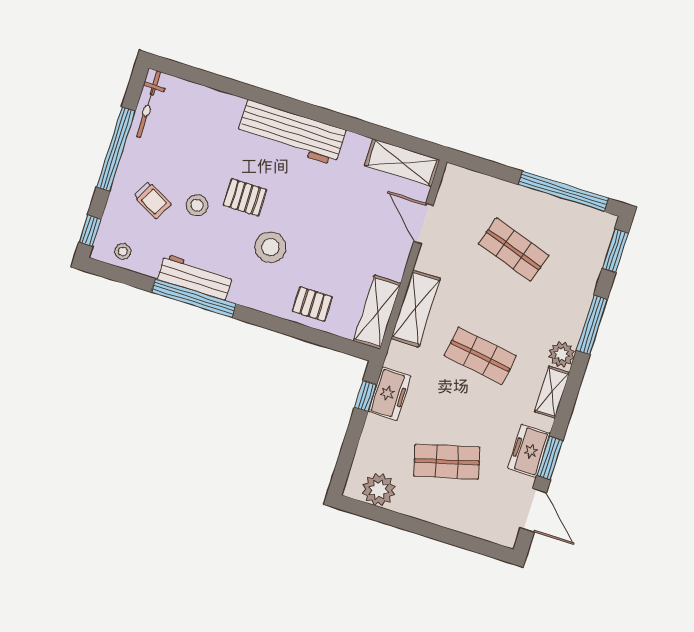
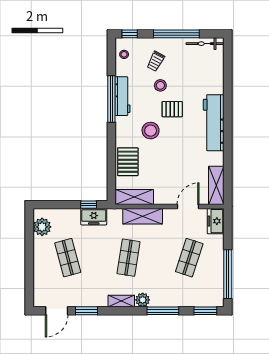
pallet: (245, 197) -> (172, 109), turned 90
pallet: (312, 304) -> (128, 162), width x1.50, depth x1.42
freezer: (529, 451) -> (216, 221), moved, turned -90

